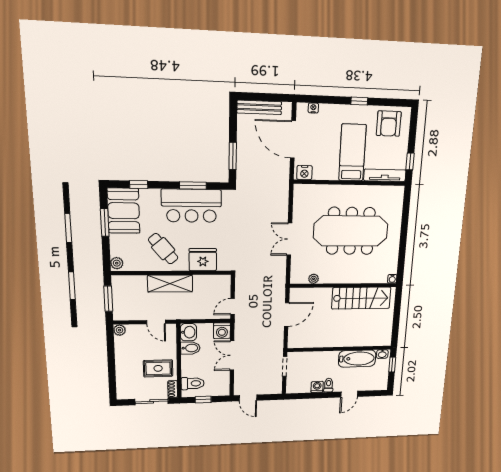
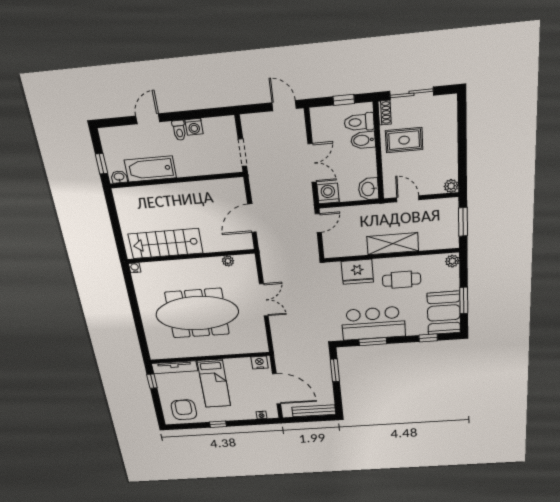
cafe table: (163, 249) -> (402, 280), turned -50
bidet: (190, 348) -> (363, 140), moved

